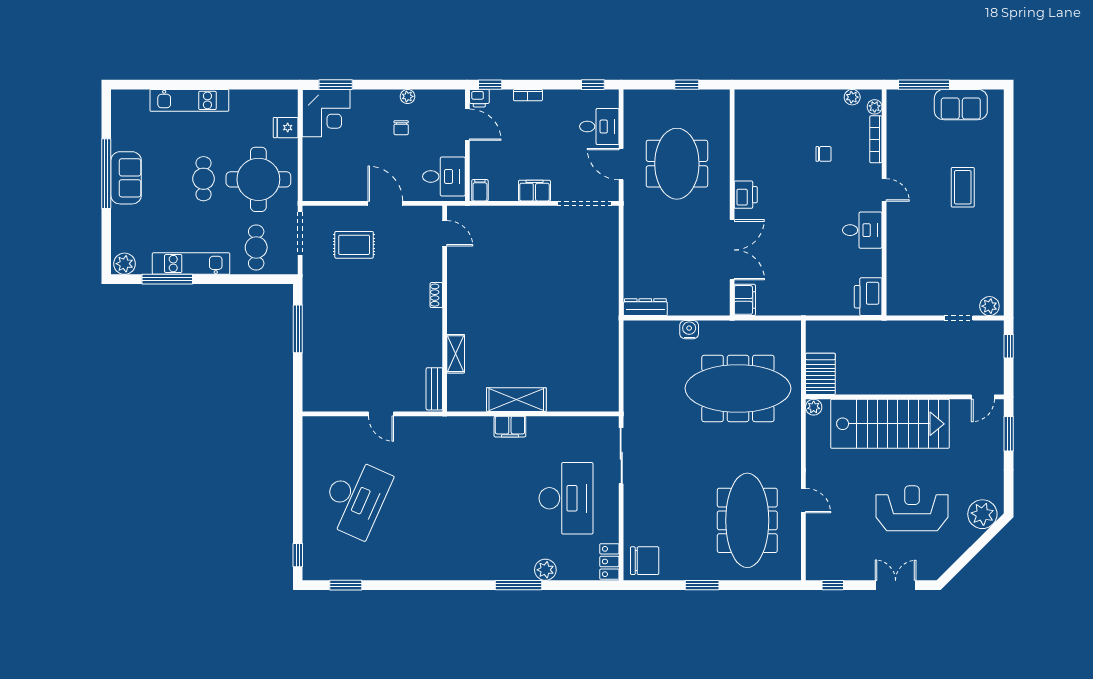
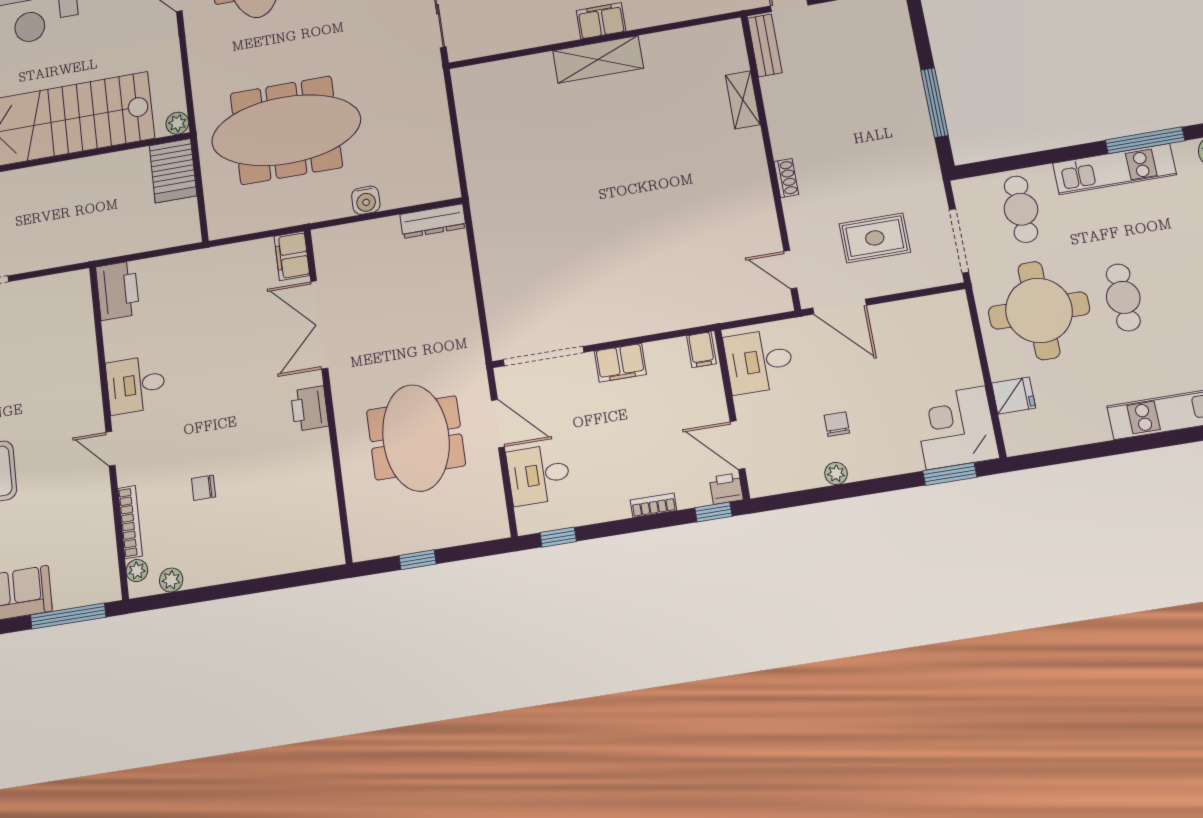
door: (445, 233) -> (790, 270), moved
shoe rack: (436, 295) -> (786, 178), moved
wall: (445, 309) -> (770, 161), moved
shelving: (456, 354) -> (743, 100), moved
bench: (434, 389) -> (765, 45), moved

